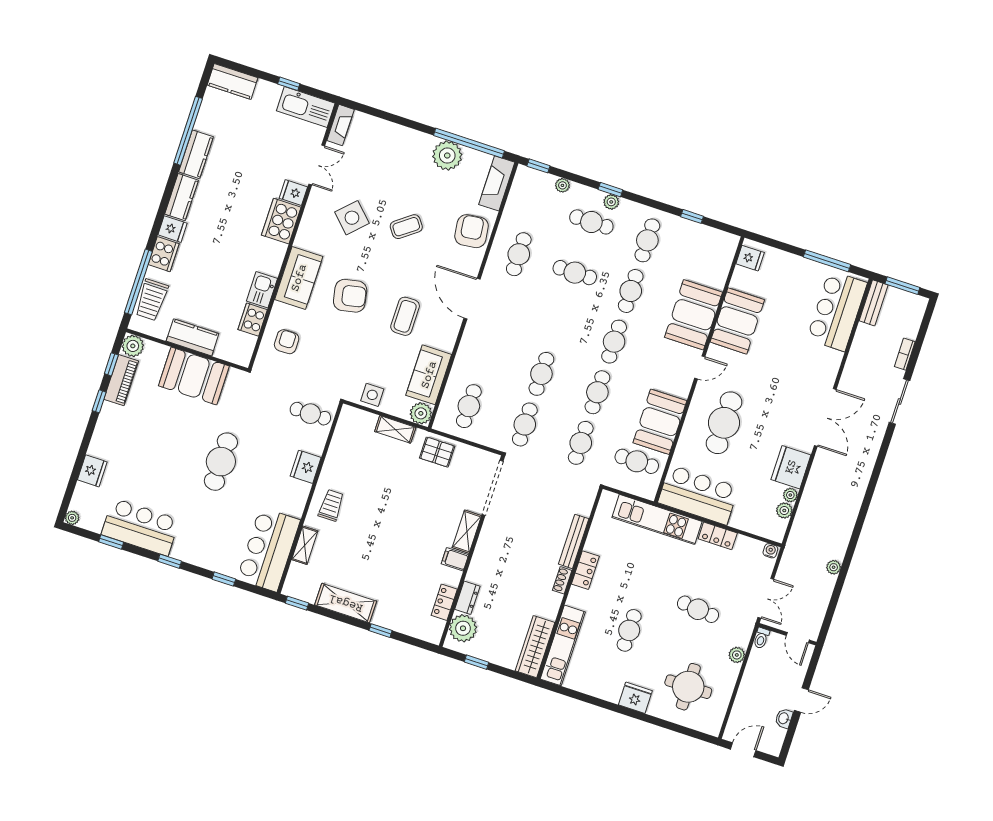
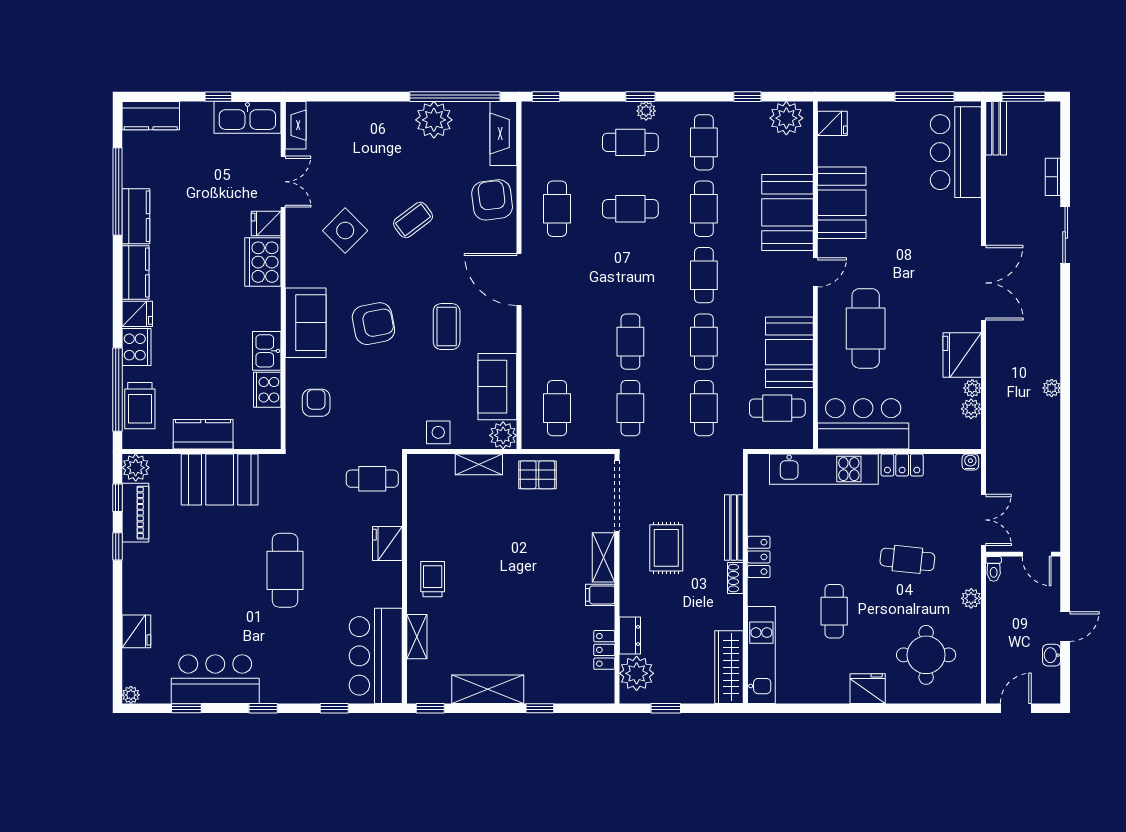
plant: (562, 185) -> (786, 118), moved, width x1.87, depth x1.87
rug: (517, 540) -> (666, 548), added
plant: (834, 567) -> (1052, 388), moved

